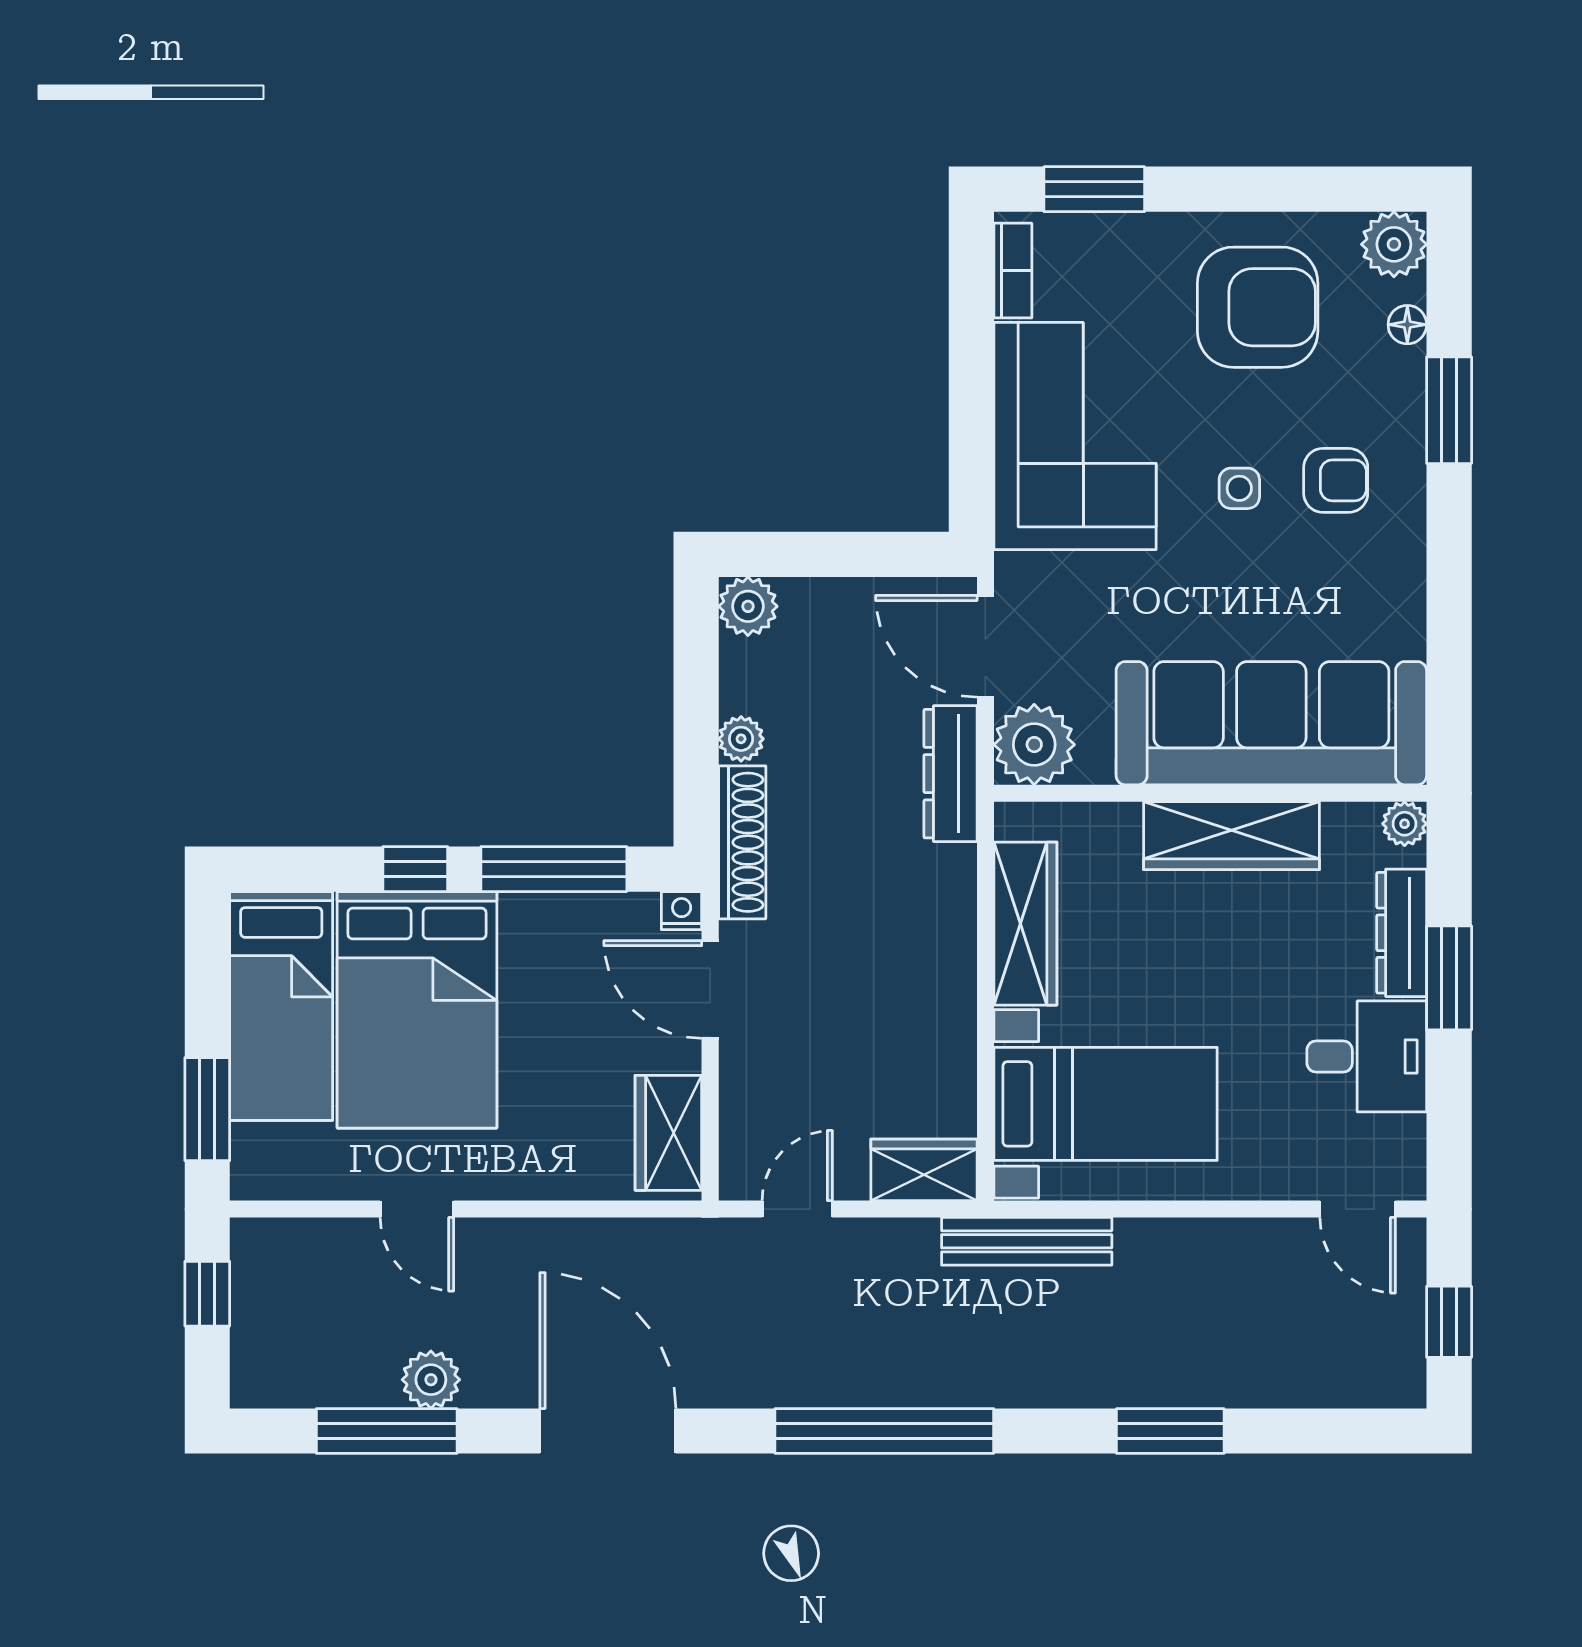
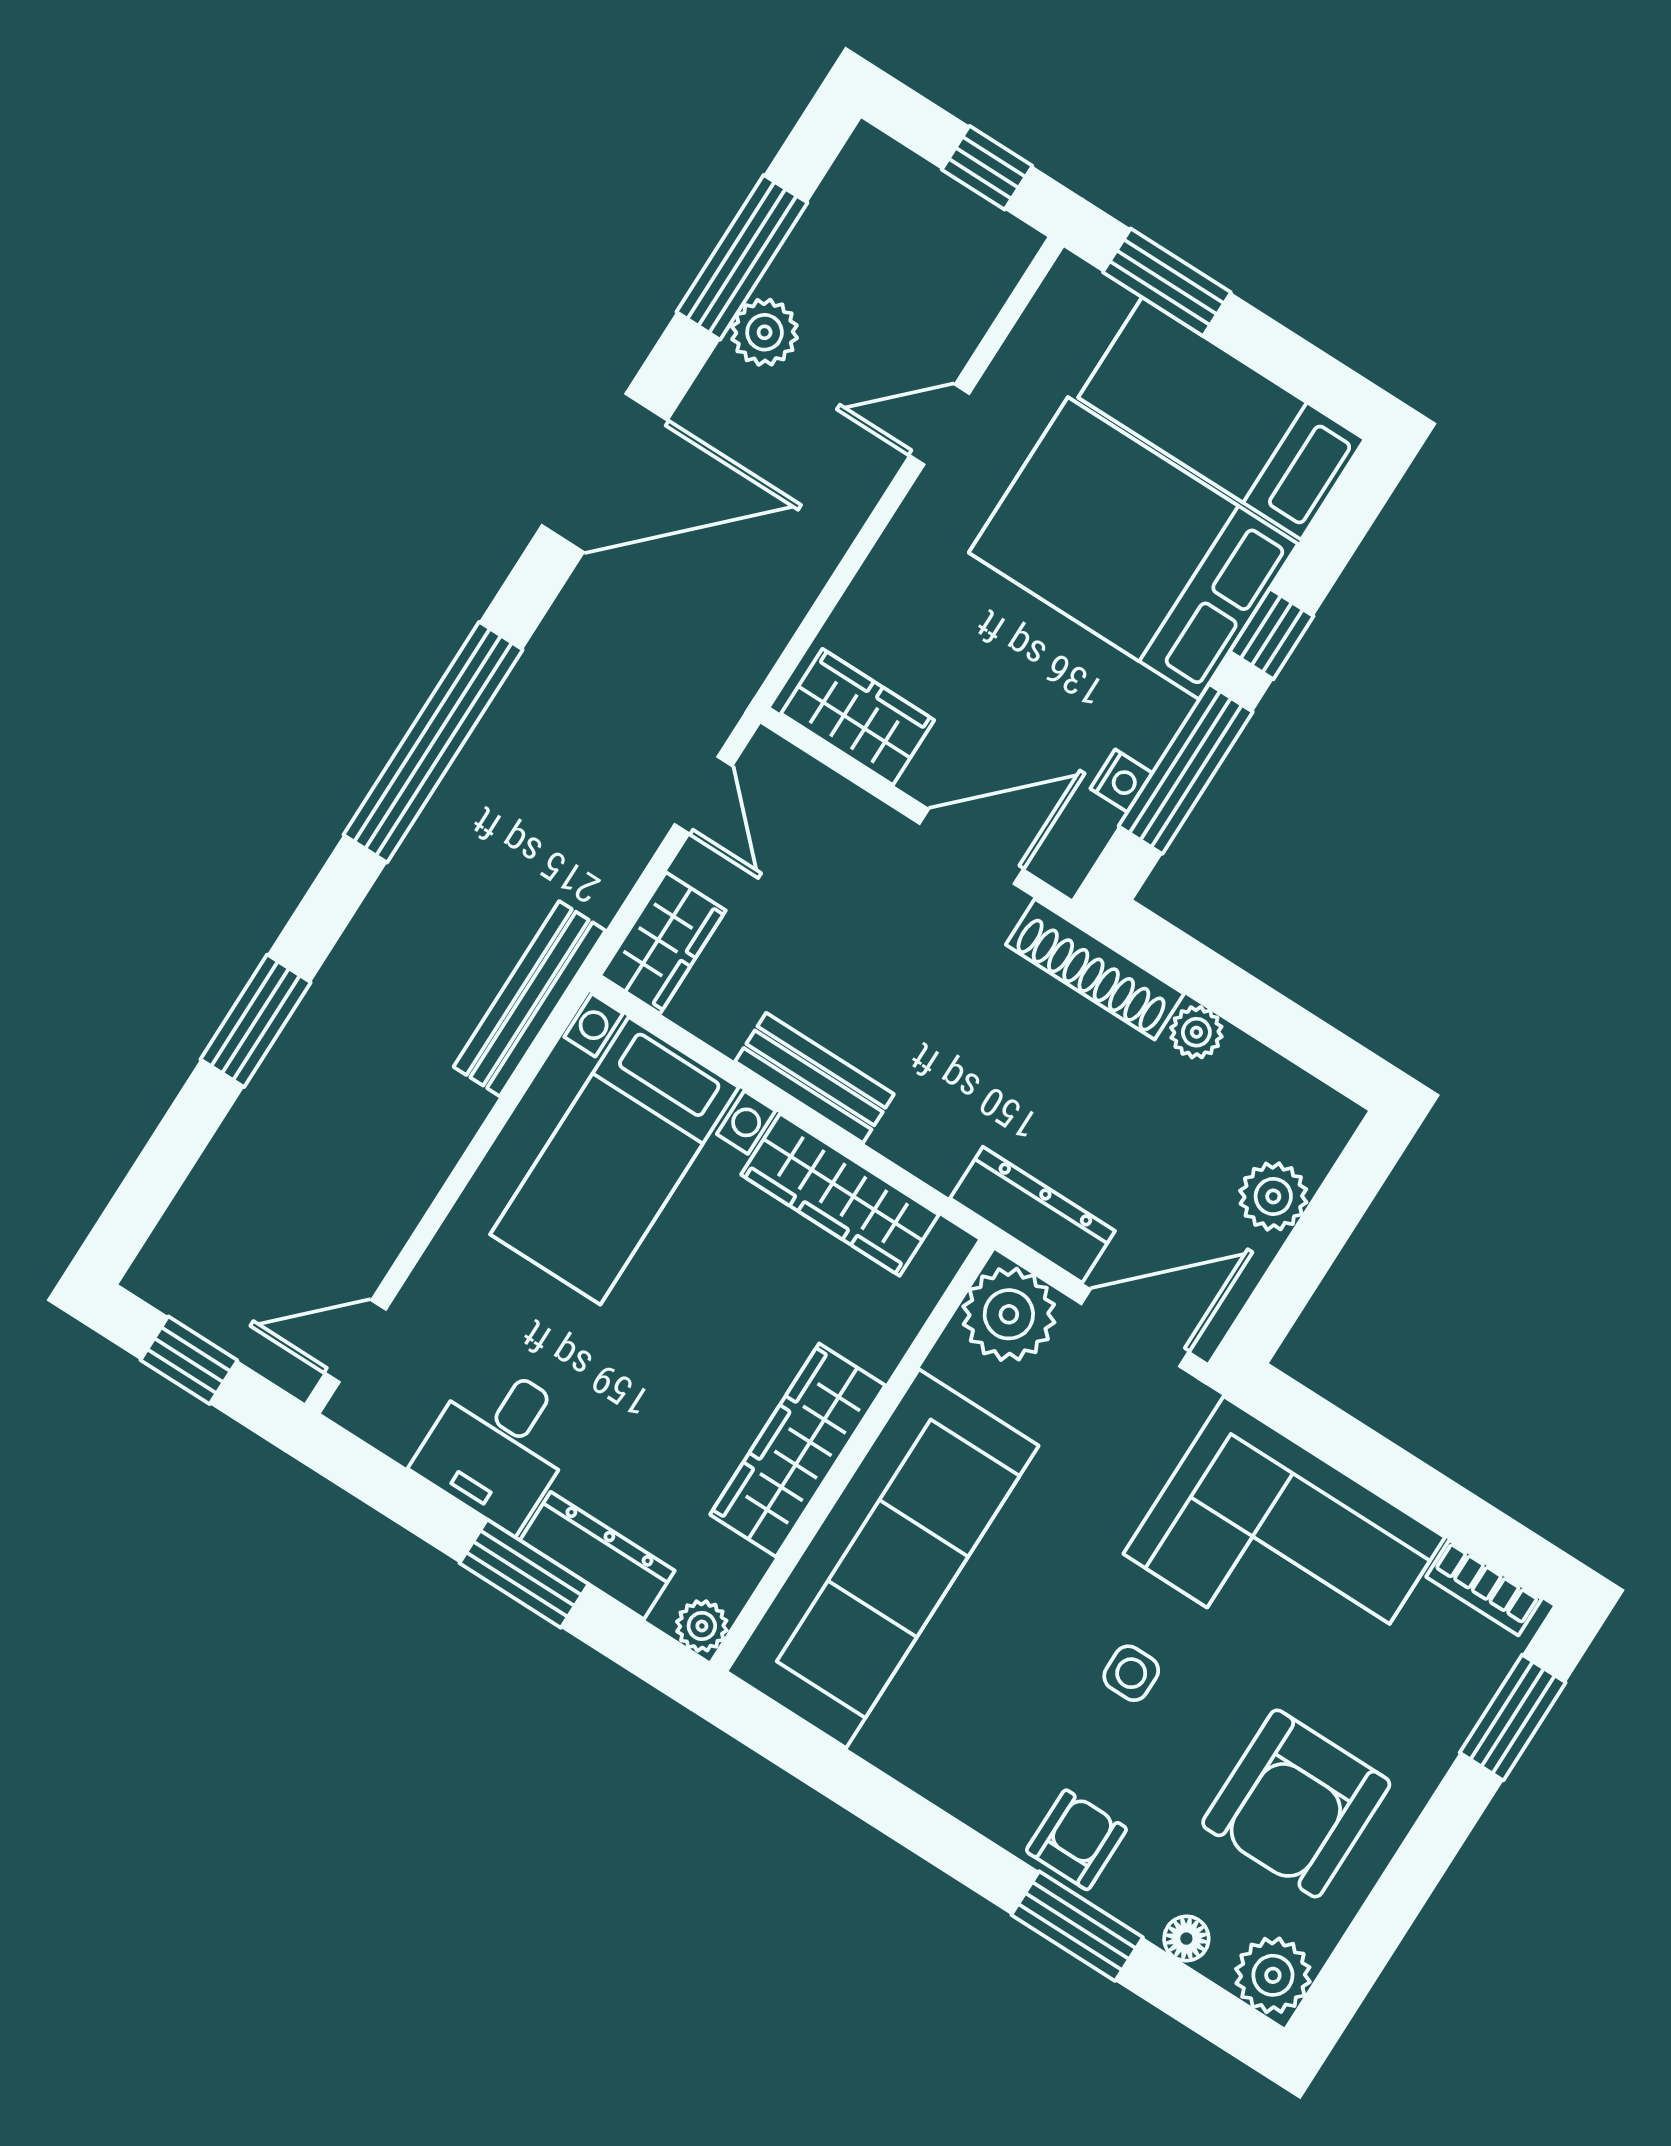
armchair: (1336, 480) -> (1076, 1840), moved, turned 180
plant: (748, 606) -> (1273, 1196), moved
nightstand: (682, 911) -> (1121, 781), moved
bench: (952, 996) -> (815, 1078), added

